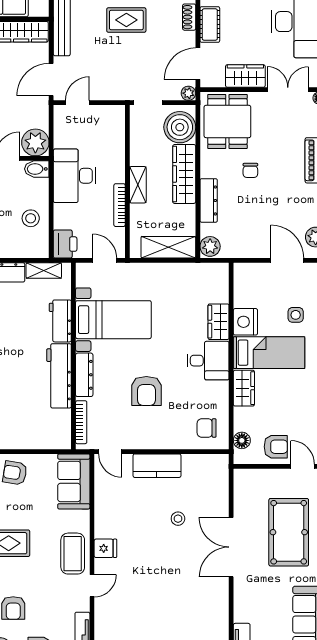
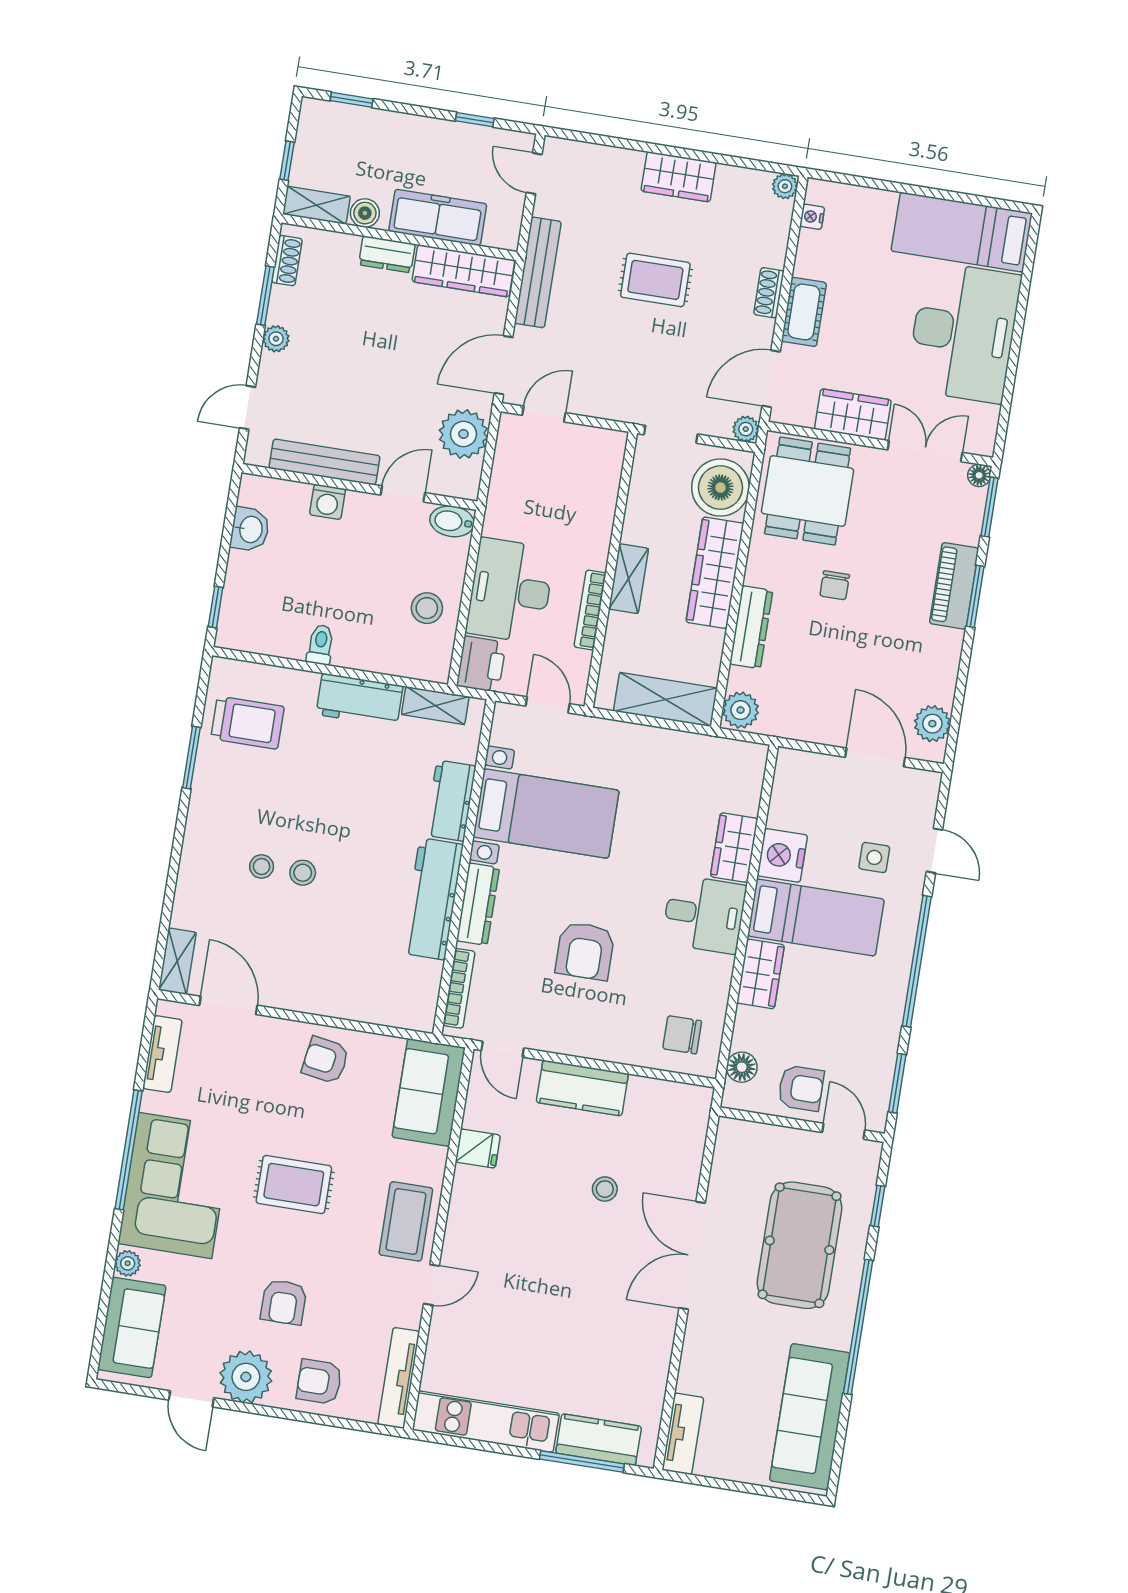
plant: (35, 142) -> (463, 434), moved
desk: (75, 176) -> (510, 591), moved
fridge: (105, 548) -> (478, 1149), moved

